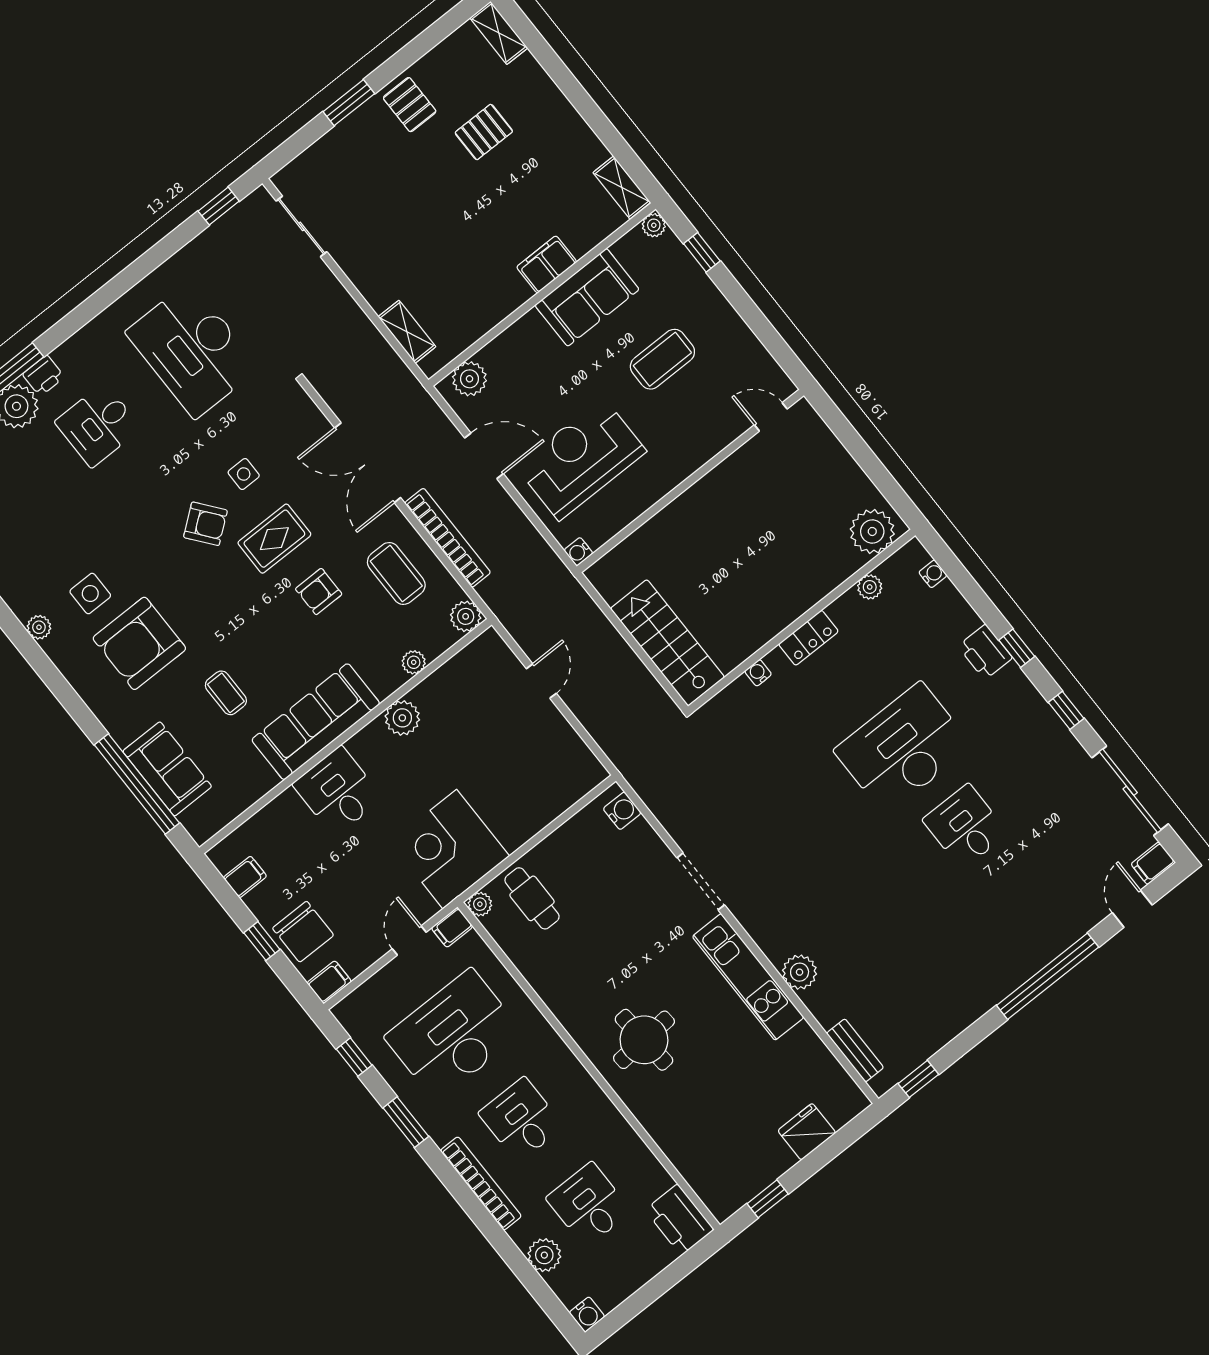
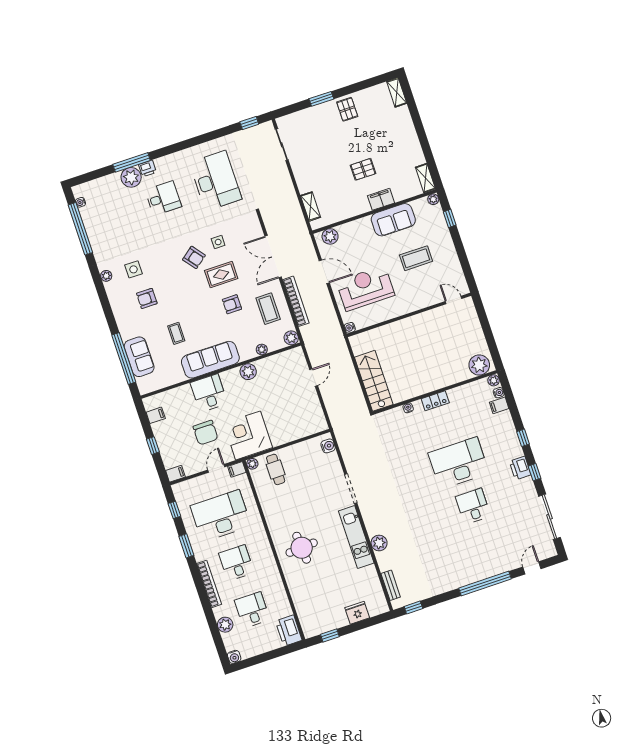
pallet: (484, 132) -> (363, 169), moved
desk: (192, 350) -> (216, 181), turned 180
desk: (98, 425) -> (163, 198), turned 180
plant: (870, 587) -> (494, 380), moved
armchair: (139, 643) -> (147, 298), width x0.53, depth x0.53
printer: (985, 652) -> (520, 468), moved
filing cabinet: (1153, 863) -> (499, 405), moved
chair: (303, 932) -> (206, 433), moved

